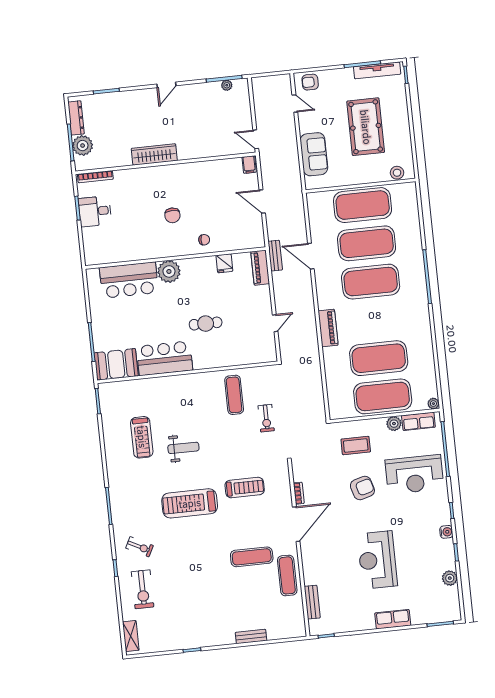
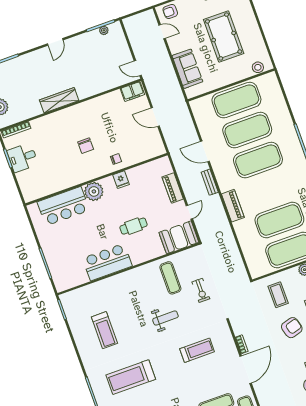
filing cabinet: (249, 165) -> (132, 92), width x2.00
bench: (275, 256) -> (210, 182), moved
fridge: (224, 263) -> (121, 180), moved
piano: (260, 268) -> (173, 188), moved
booth: (116, 364) -> (179, 237), moved
coffee table: (356, 446) -> (278, 295), turned 90
weight bench: (183, 448) -> (165, 318), moved
treadmill: (190, 503) -> (131, 377), moved

